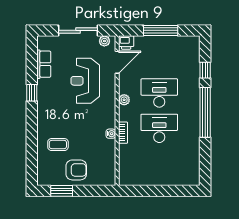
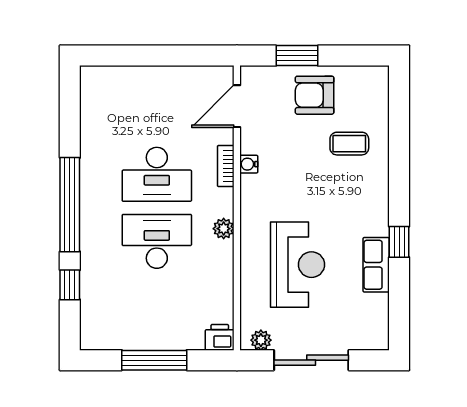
door: (117, 62) -> (237, 106), moved
row of seats: (44, 64) -> (376, 265), moved
desk: (159, 93) -> (157, 241), turned 180
window: (62, 191) -> (297, 56), moved

